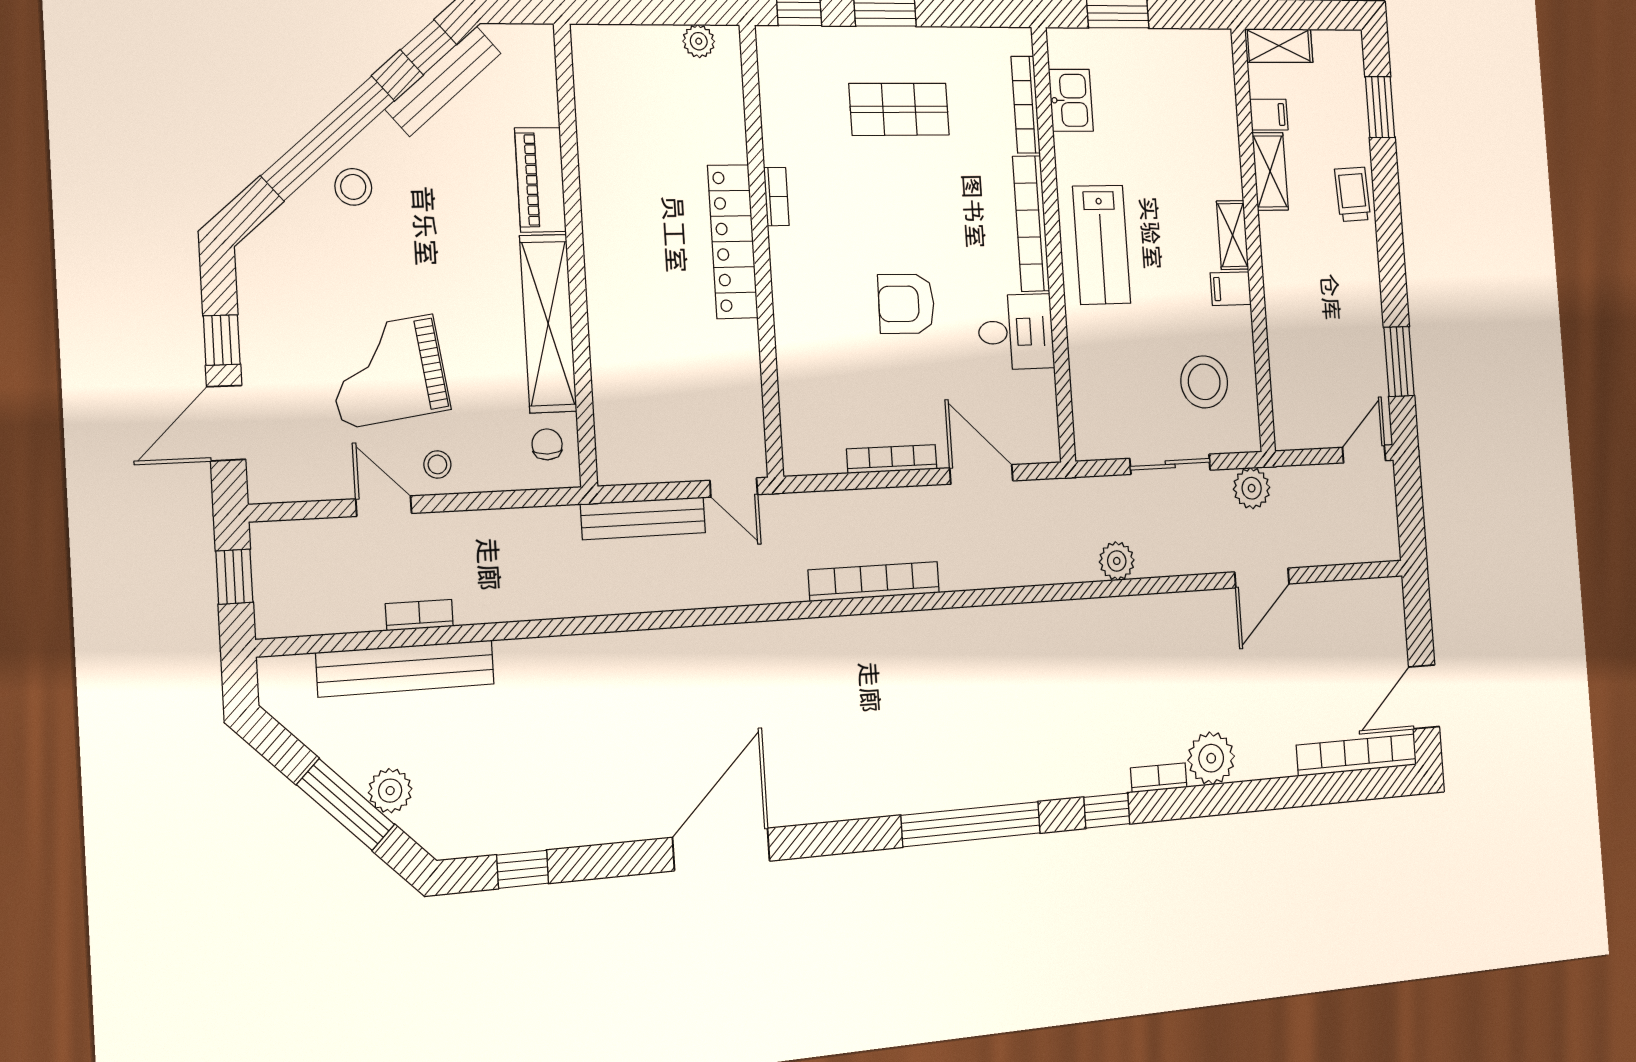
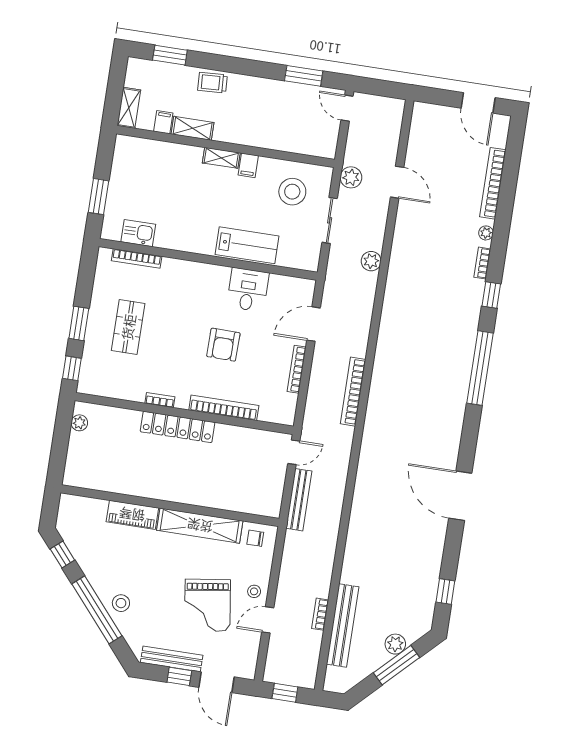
bench: (443, 81) -> (172, 659), moved, turned -49
bookcase: (1031, 224) -> (224, 408), moved, turned 180
lab bench: (1102, 245) -> (247, 245), moved
bookcase: (1357, 755) -> (493, 183), moved
plant: (1211, 758) -> (486, 233), width x0.53, depth x0.53

